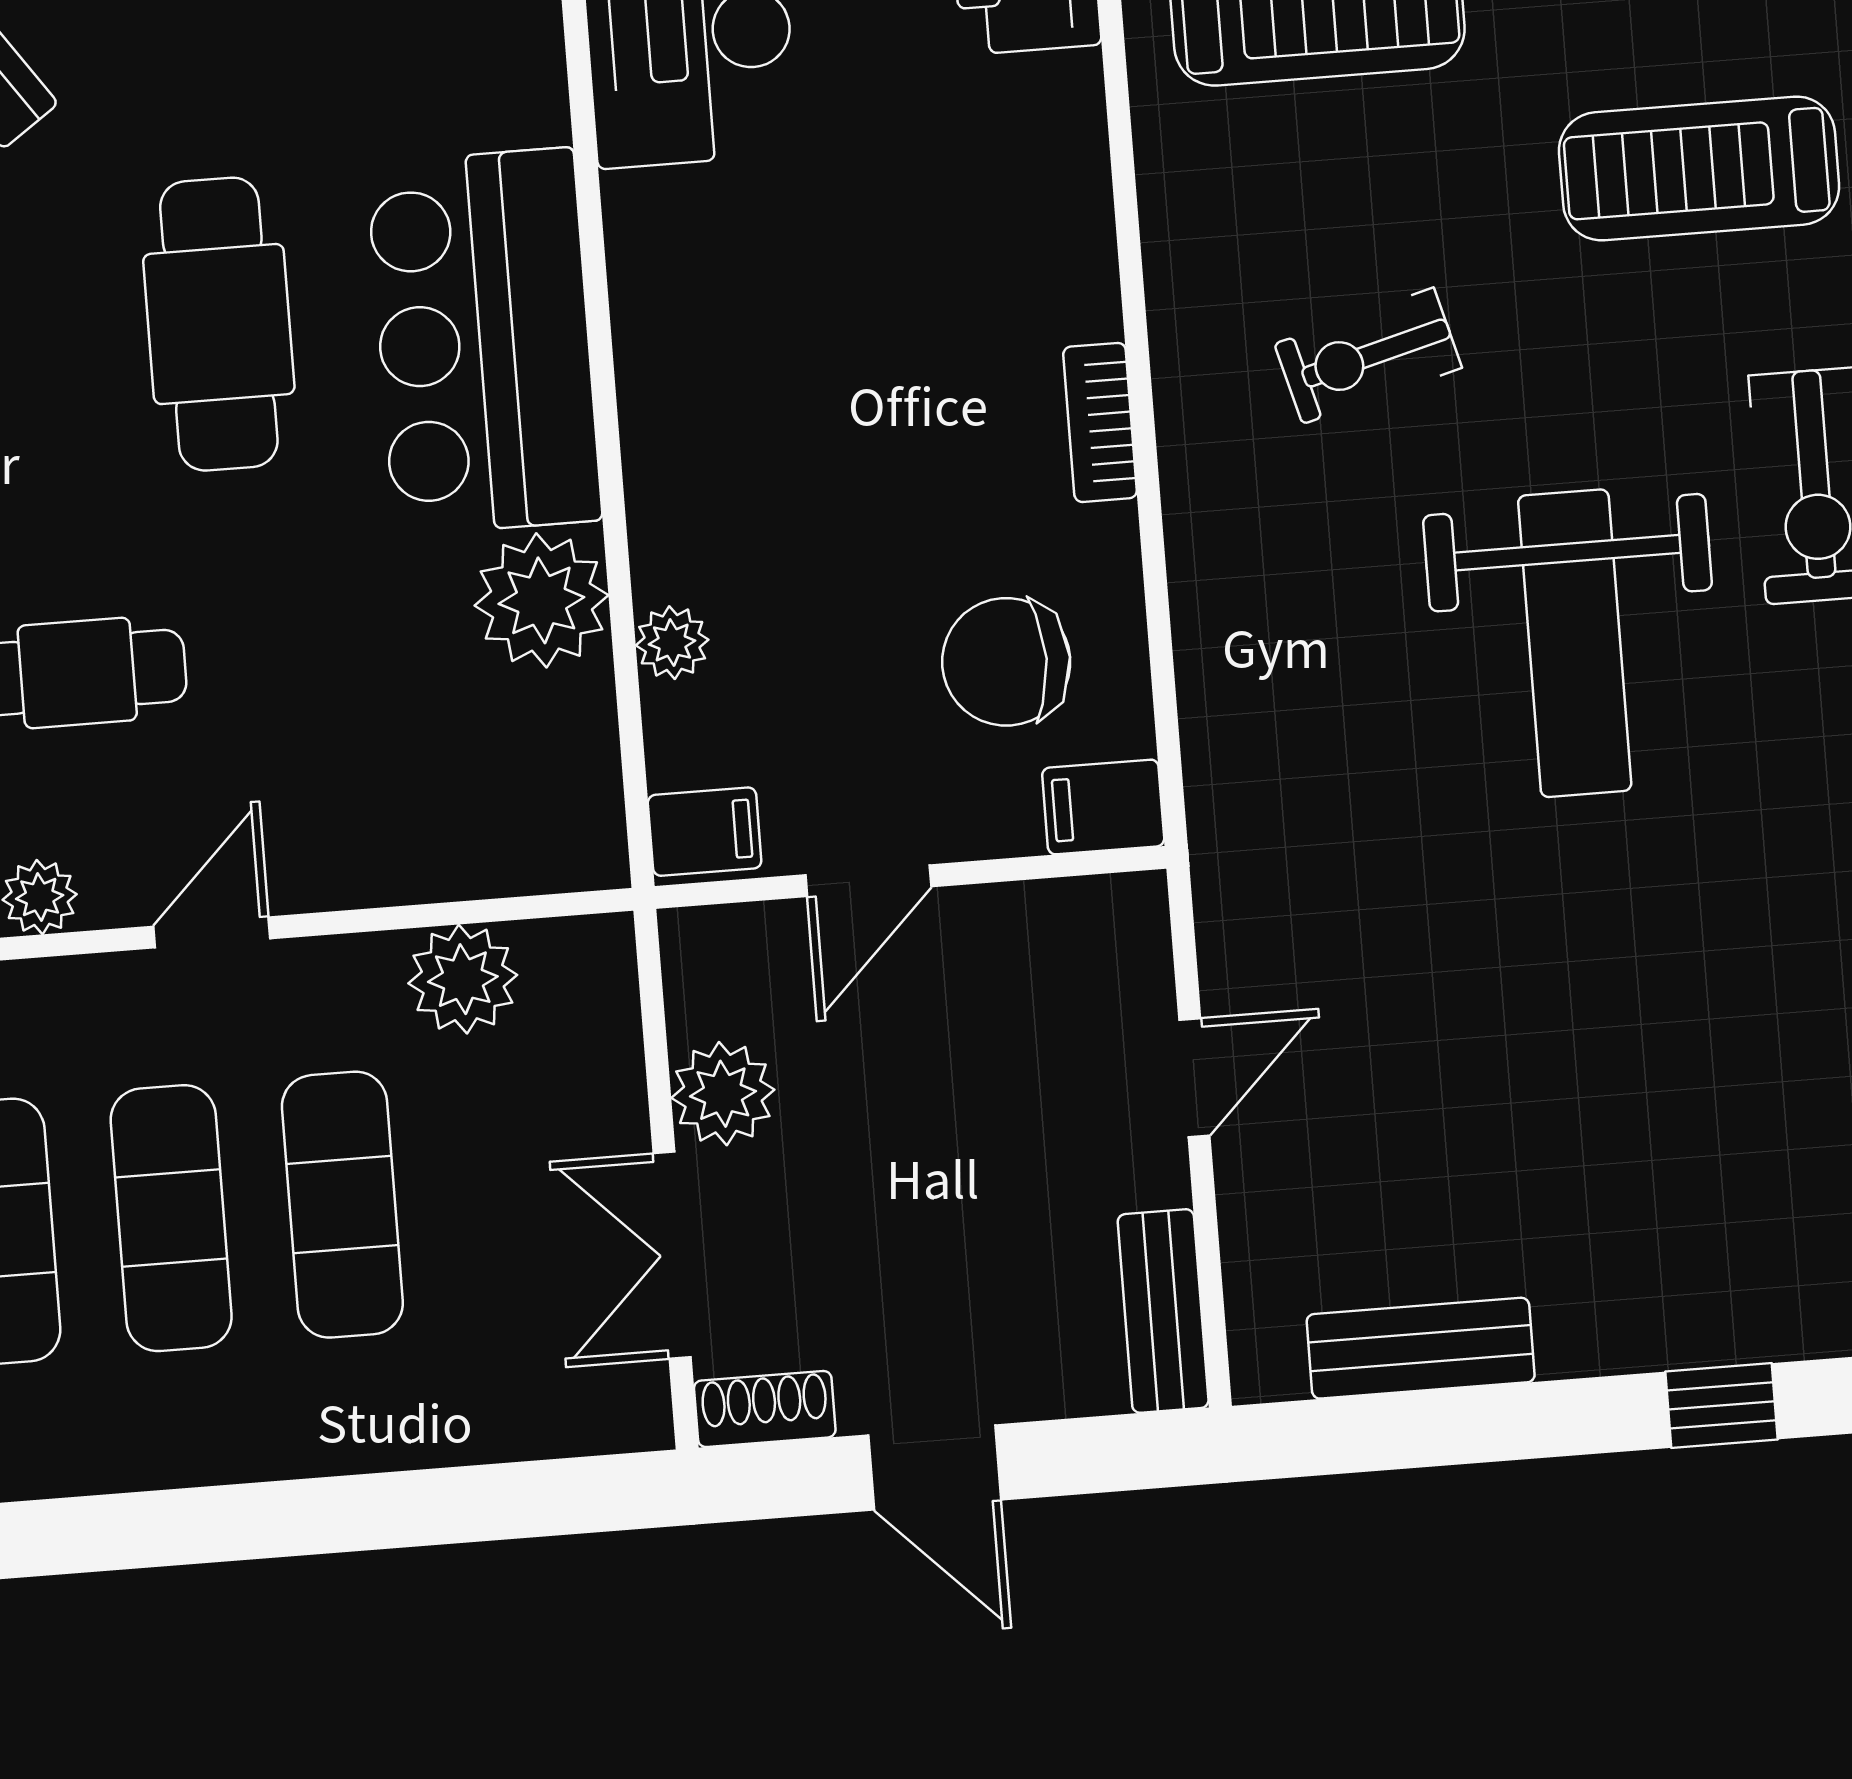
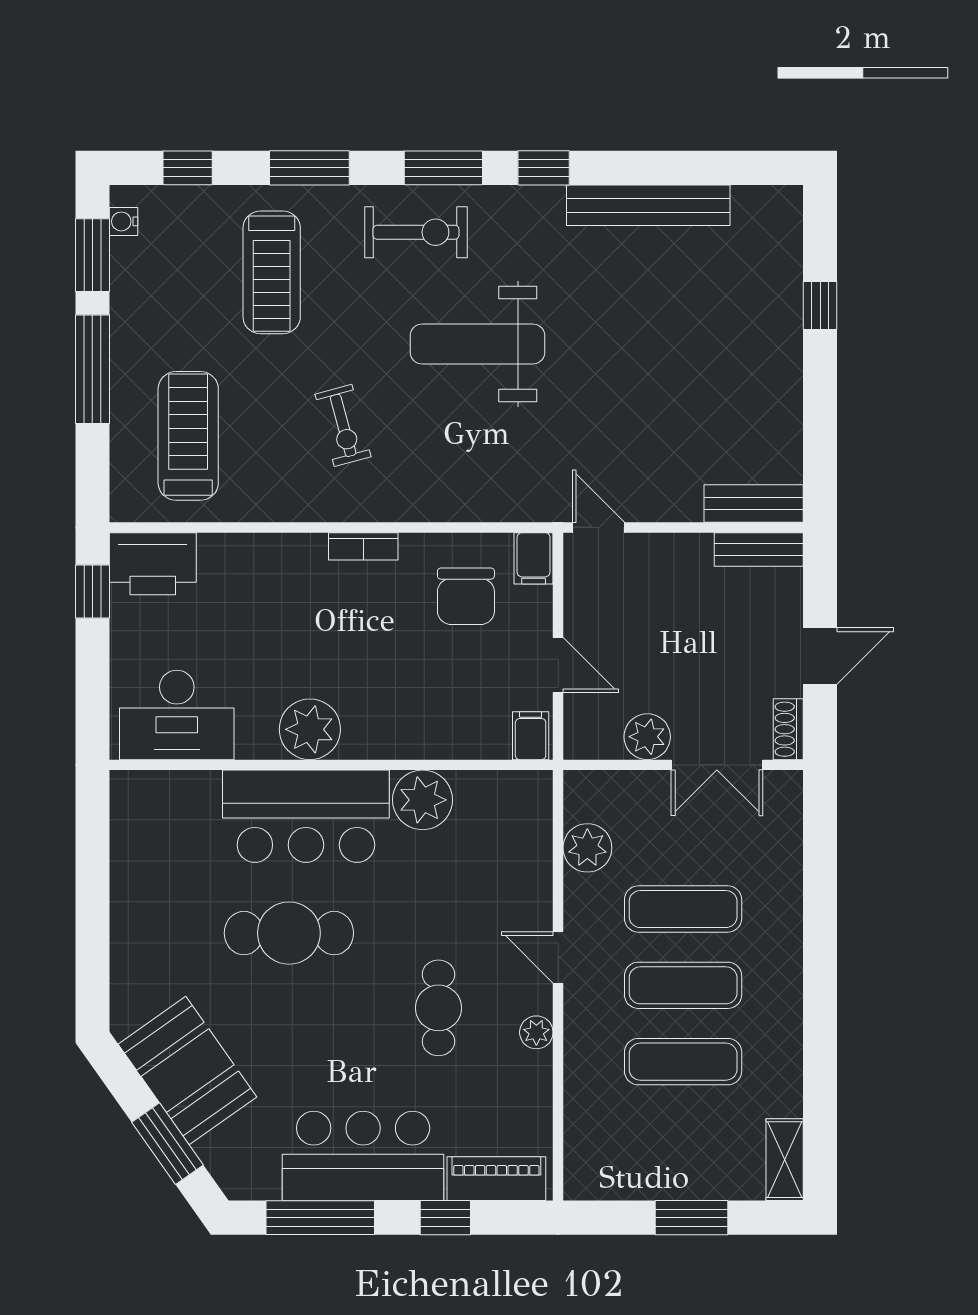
plant: (672, 643) -> (310, 729), moved, width x1.88, depth x1.88
weight bench: (1575, 643) -> (477, 344), turned 180
door: (1194, 1078) -> (598, 527), moved
bench: (1421, 1348) -> (754, 503), moved, turned 90

